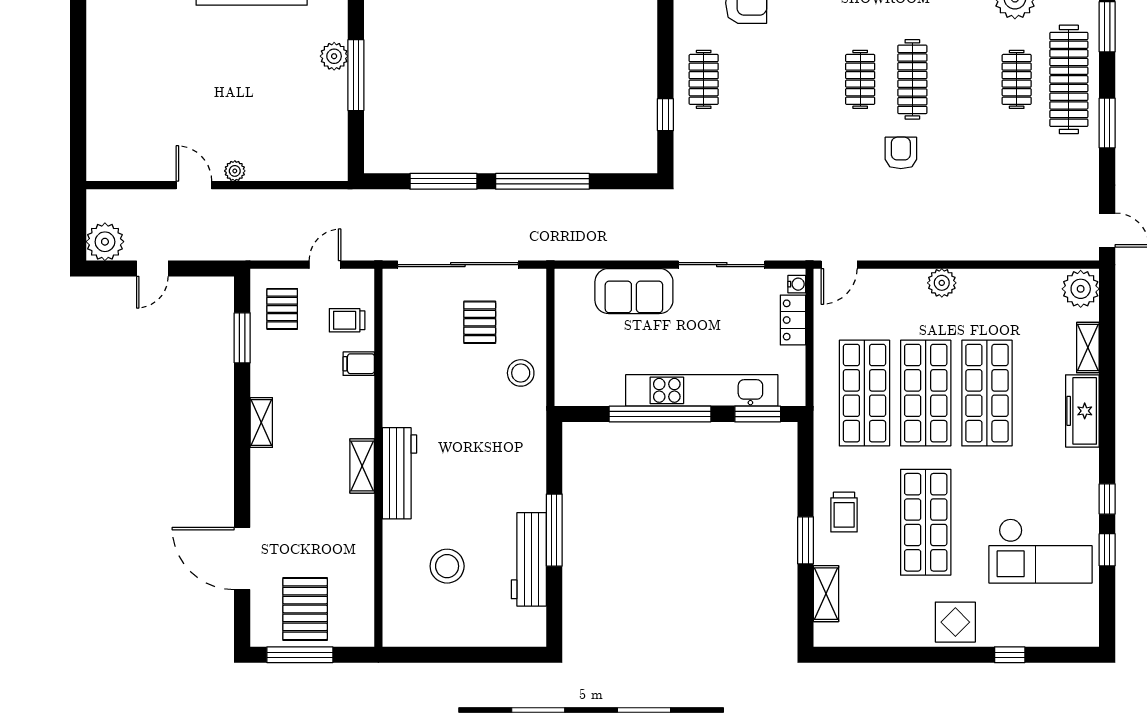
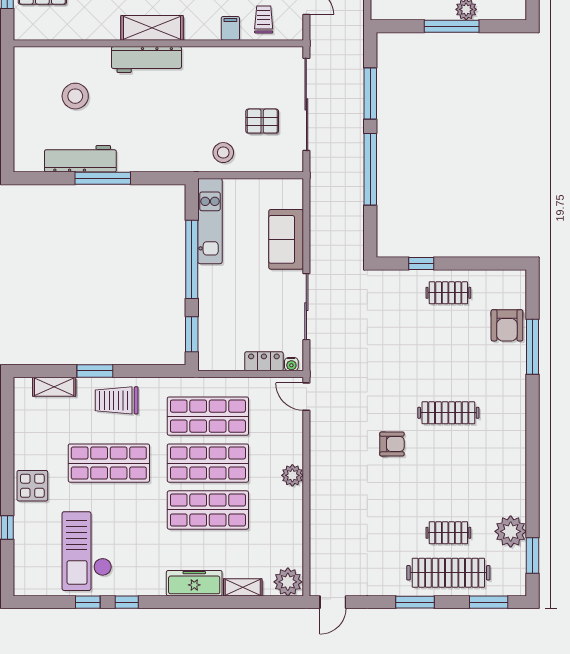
clothes rail: (860, 79) -> (448, 413), width x1.36
clothes rail: (912, 79) -> (448, 453), removed
kitchen unit: (702, 390) -> (210, 221), moved, width x0.73
shelving: (362, 466) -> (152, 28), width x1.50, depth x1.33
trolley: (844, 512) -> (117, 400), width x1.36, depth x1.39

